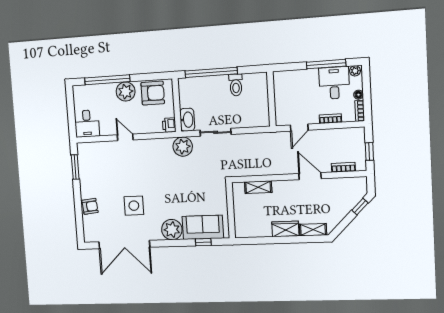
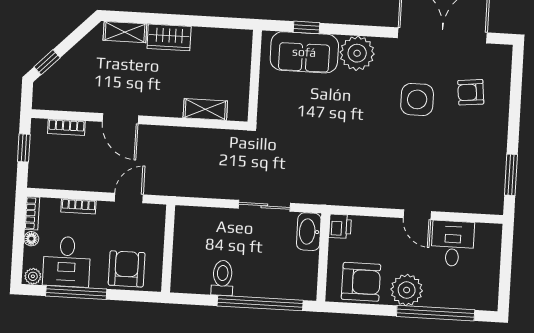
armchair: (296, 83) -> (127, 269), added
armchair: (153, 93) -> (361, 282), turned 180
desk: (87, 124) -> (453, 244), moved
plant: (183, 147) -> (322, 189), removed
armchair: (90, 206) -> (471, 92), moved

